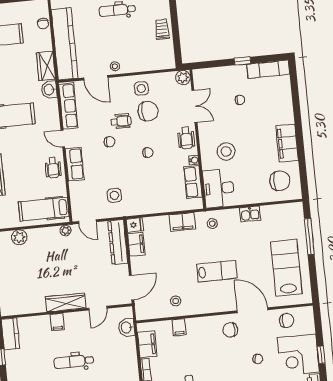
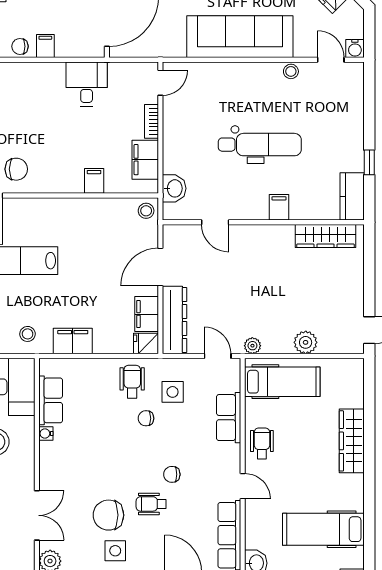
double door: (194, 106) -> (37, 515), swing flipped
wheelchair: (186, 138) -> (132, 382), moved
chair: (148, 153) -> (146, 418), moved
row of seats: (75, 164) -> (229, 418), moved
plant: (19, 237) -> (306, 342), moved
door: (132, 288) -> (160, 267), moved
stool: (176, 301) -> (146, 211), moved
wardrobe: (66, 302) -> (325, 236), moved
door: (98, 308) -> (215, 222), swing flipped
dental chair: (74, 362) -> (260, 145), width x1.36, depth x1.38

